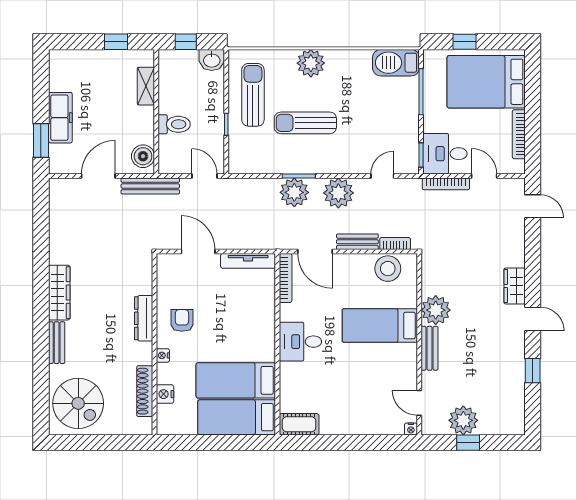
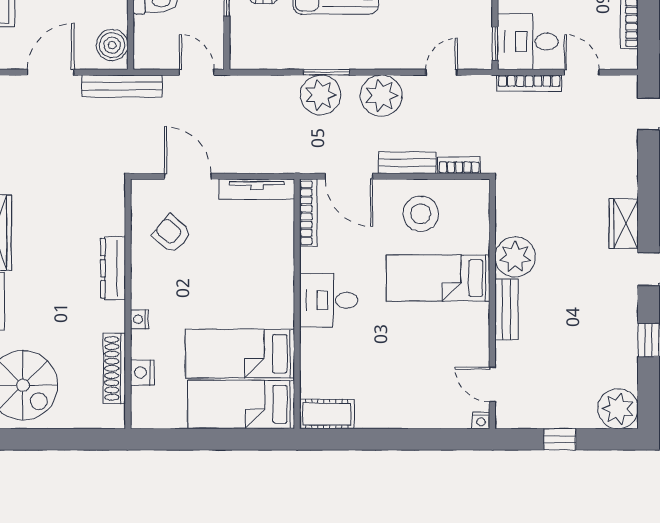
stool: (388, 269) -> (421, 214), moved
armchair: (182, 320) -> (172, 234), moved, turned -49
plant: (463, 420) -> (618, 409), moved

